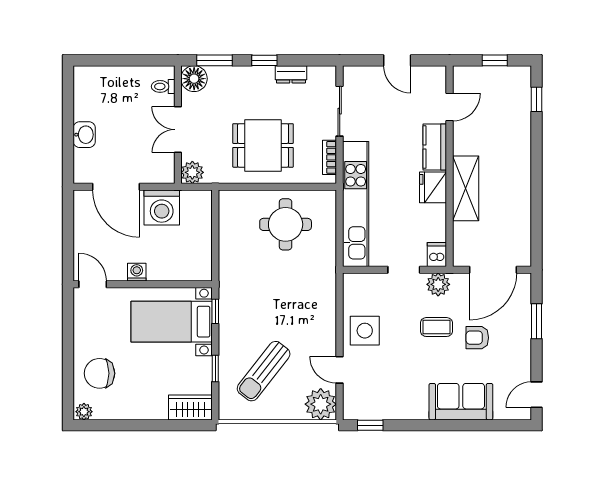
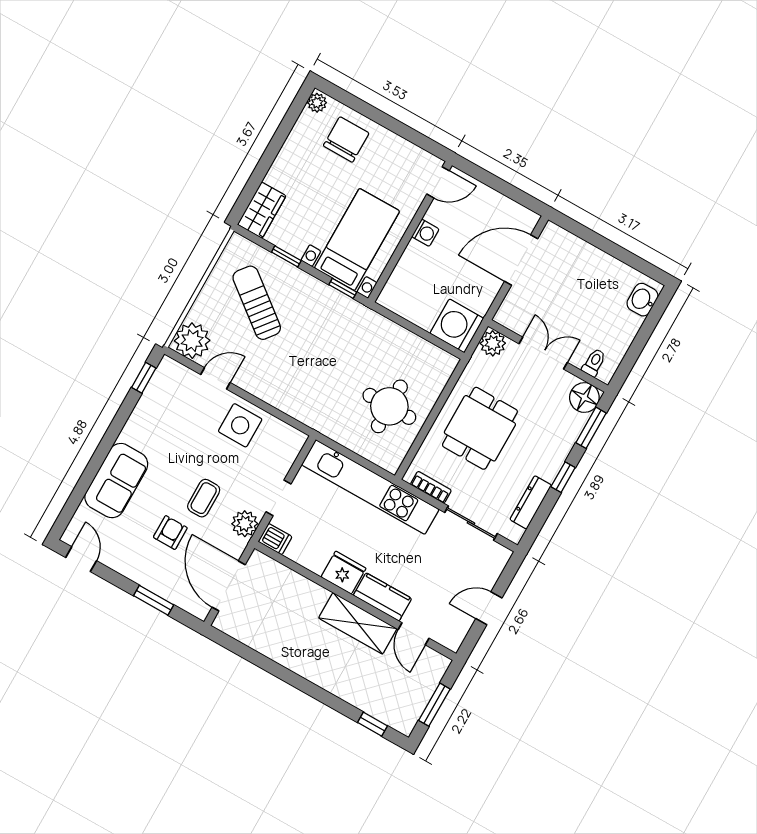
window: (495, 60) -> (434, 705), width x1.50
dresser: (291, 74) -> (531, 502), width x1.44
washbasin: (84, 135) -> (642, 300), moved, turned 90
shelving: (466, 188) -> (358, 623), moved
washing machine: (162, 208) -> (457, 326), moved

